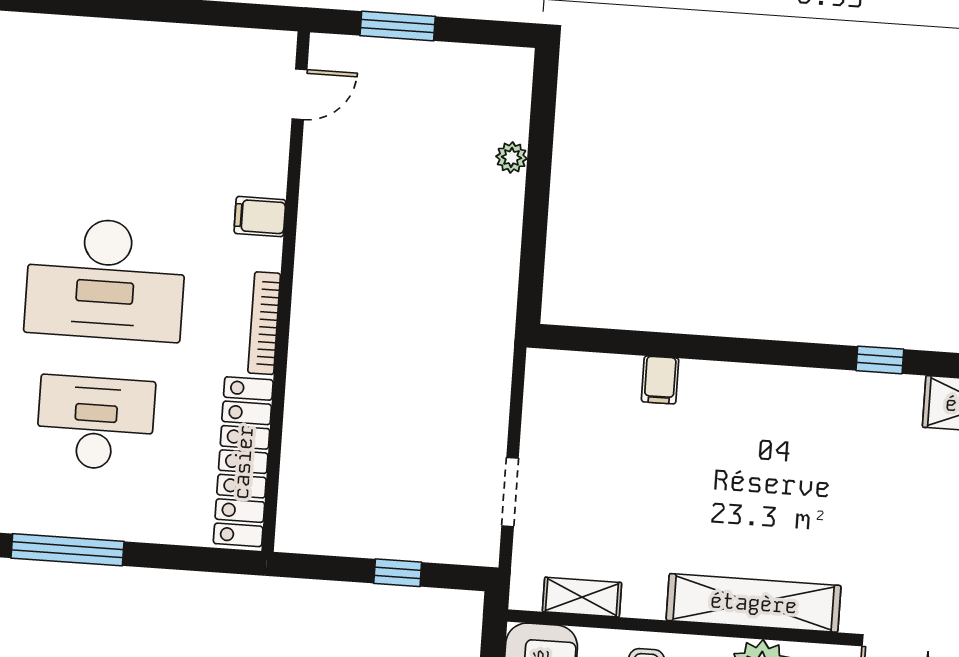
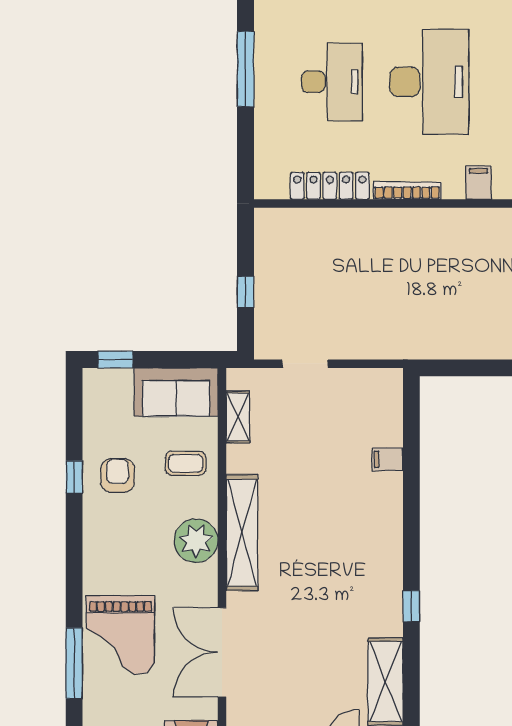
desk: (106, 279) -> (429, 82), turned 180
locker: (243, 462) -> (330, 186), width x0.71, depth x0.83

